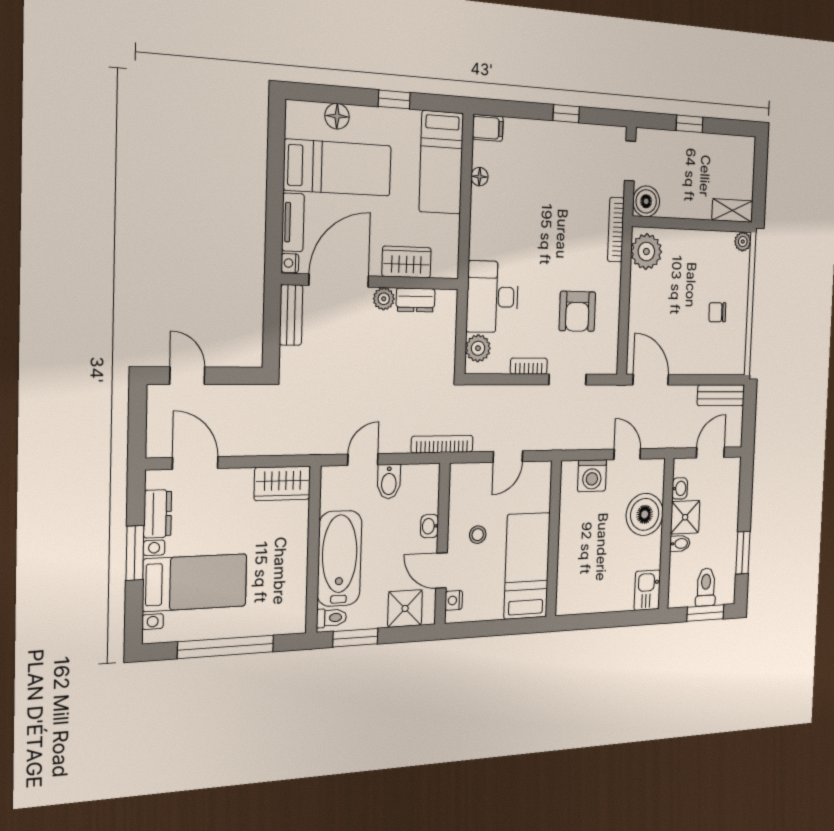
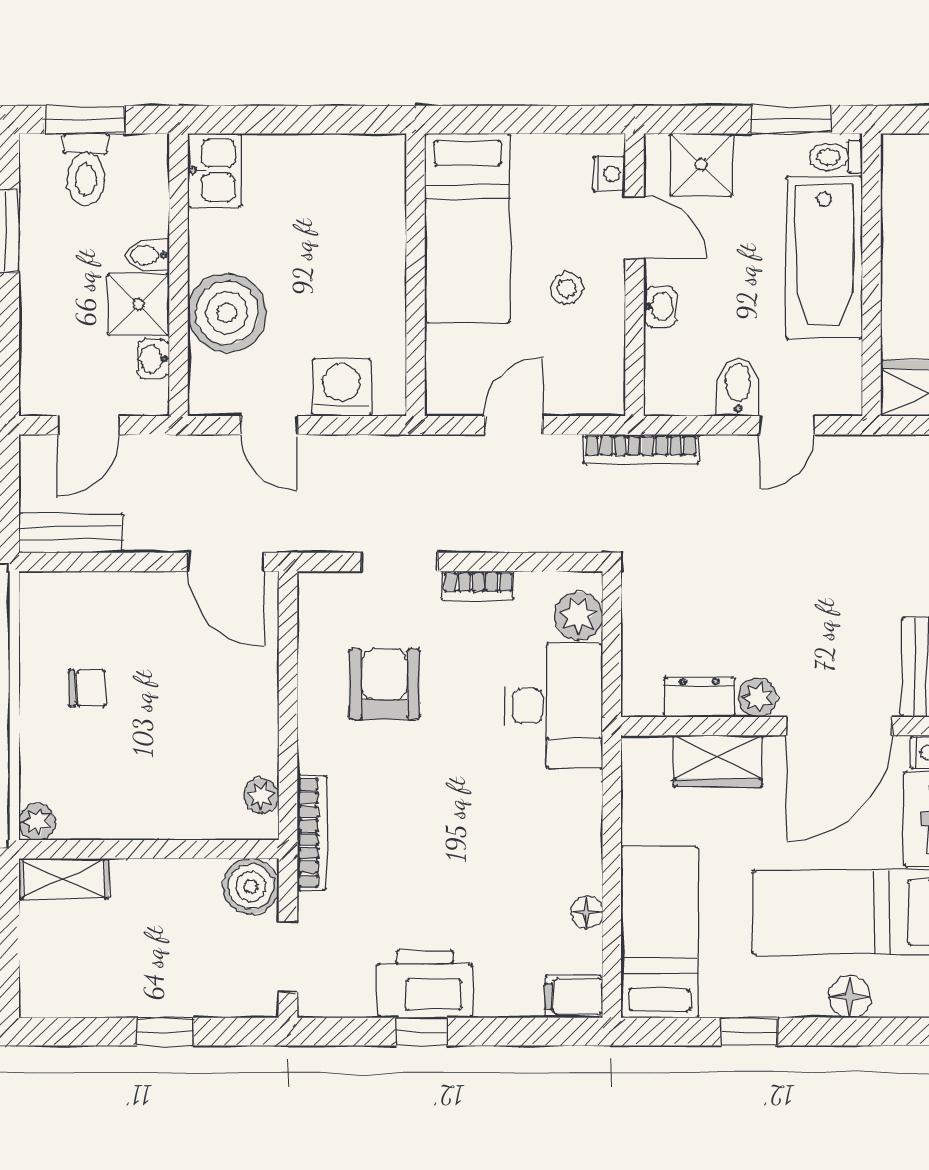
printer: (564, 141) -> (425, 984), added
plant: (646, 252) -> (261, 796), width x0.53, depth x0.53

